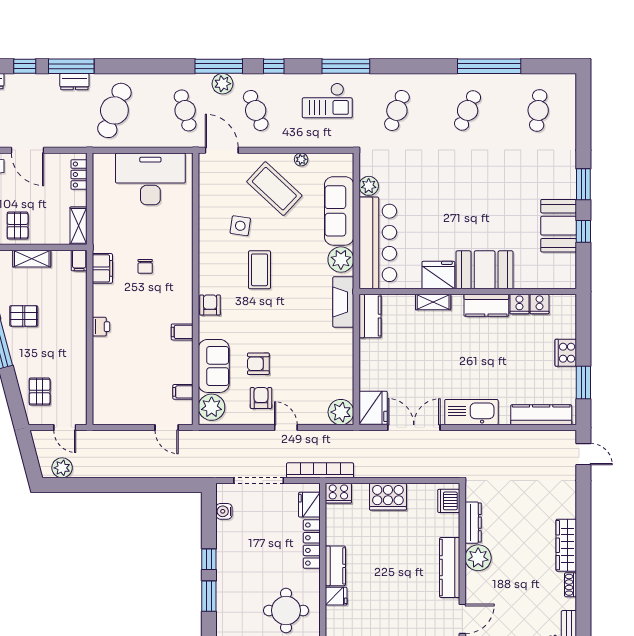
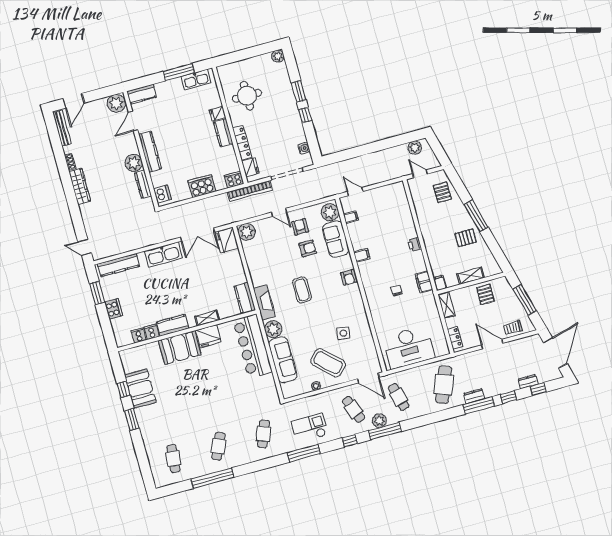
plant: (369, 186) -> (268, 381), removed
coffee table: (259, 270) -> (302, 290), moved
armchair: (261, 398) -> (300, 227), turned 180

